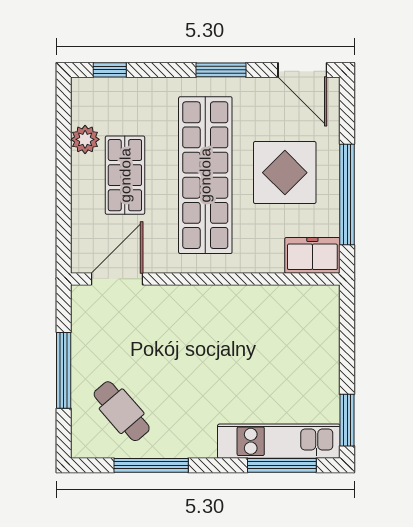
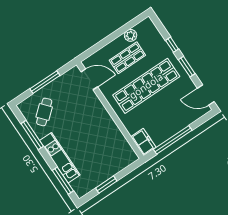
window: (110, 70) -> (172, 45), moved
door: (302, 70) -> (206, 95), hinge flipped
display table: (285, 173) -> (166, 113), removed
window: (347, 420) -> (106, 184), moved
kitchen unit: (279, 441) -> (60, 158), moved

